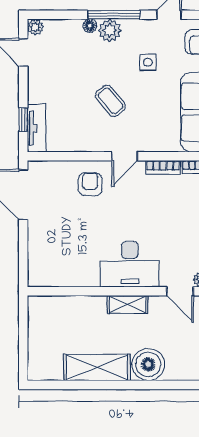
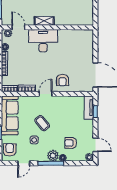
armchair: (74, 56) -> (71, 143), added
coffee table: (110, 101) -> (42, 123), moved

